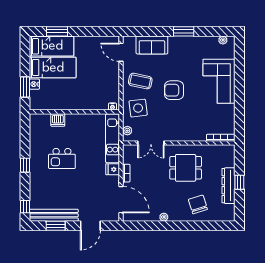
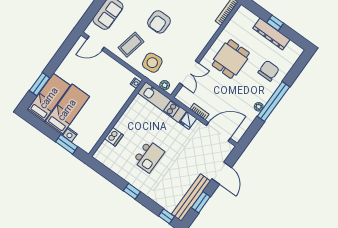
chair: (198, 204) -> (269, 71), turned 107
window: (176, 226) -> (273, 102), added

